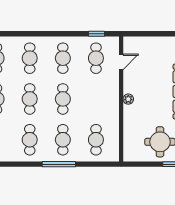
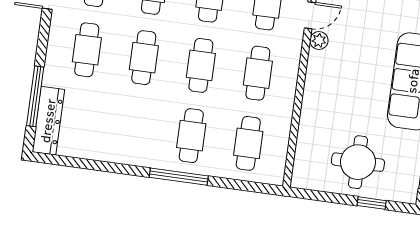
plant: (128, 99) -> (319, 40), moved
cafe table: (30, 140) -> (258, 73), moved

